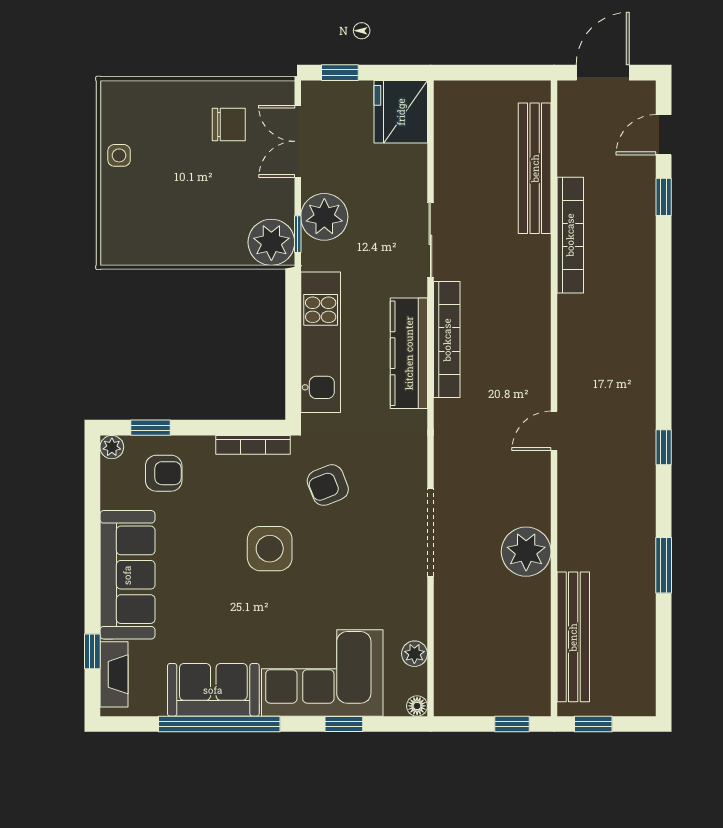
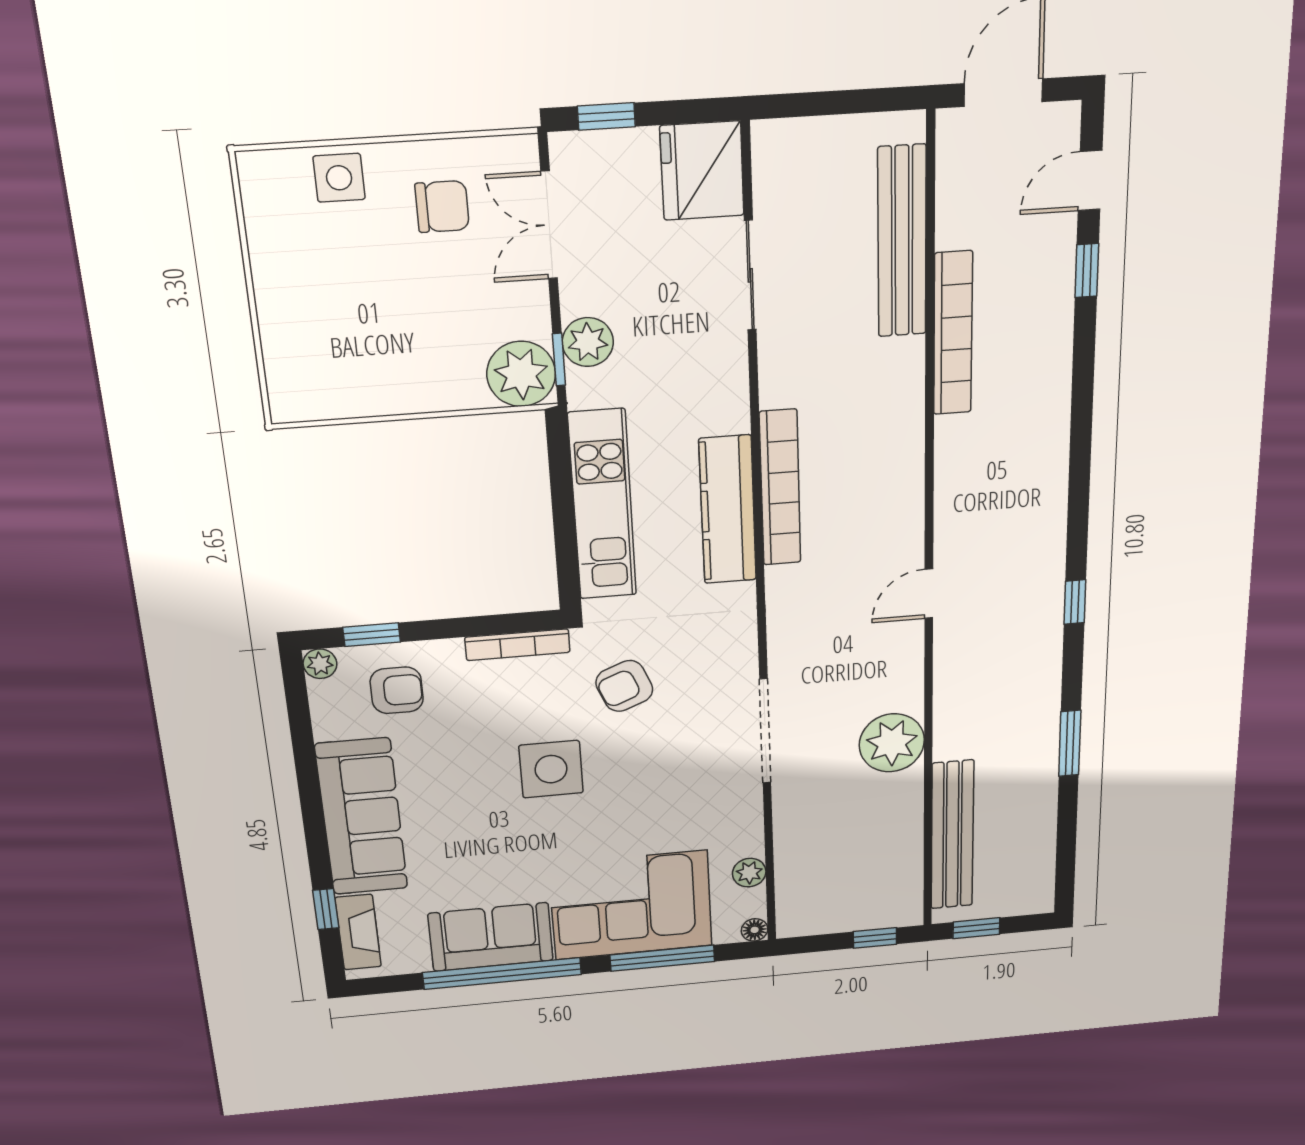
side table: (119, 155) -> (339, 178), moved, width x1.37, depth x1.37
plant: (324, 217) -> (588, 342), width x0.73, depth x0.73
sliding door: (430, 240) -> (750, 275), moved
window: (344, 724) -> (662, 958), width x2.17

